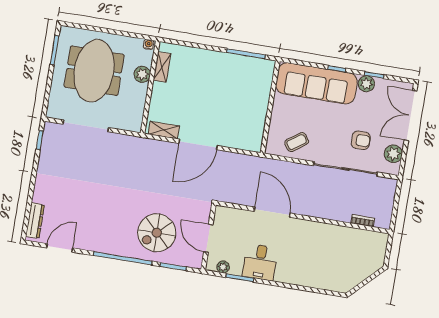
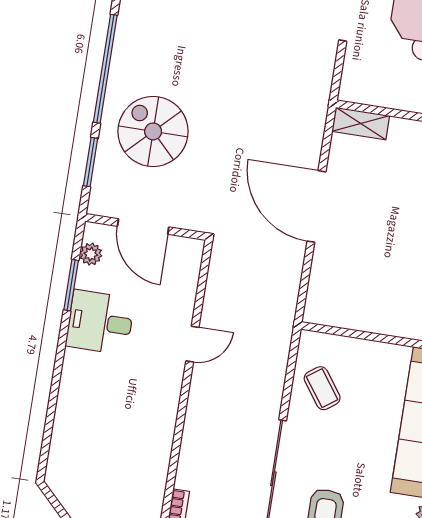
shelving: (164, 130) -> (361, 124), moved, turned 90
door: (272, 212) -> (192, 344), width x0.53
door: (208, 238) -> (143, 227), swing flipped

